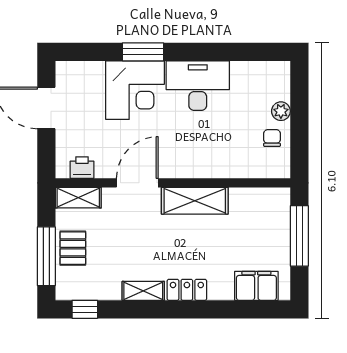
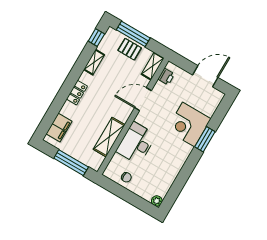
desk: (198, 86) -> (136, 143), moved, turned 180
plant: (281, 111) -> (157, 201), moved
door: (137, 183) -> (143, 99), swing flipped
shelving: (195, 201) -> (109, 137), moved
shelving: (143, 291) -> (94, 62), moved

